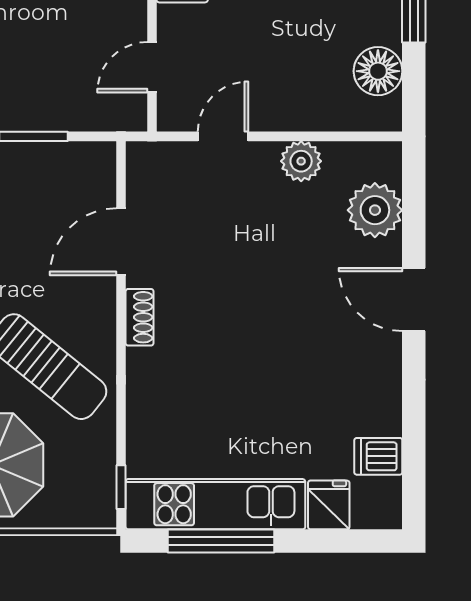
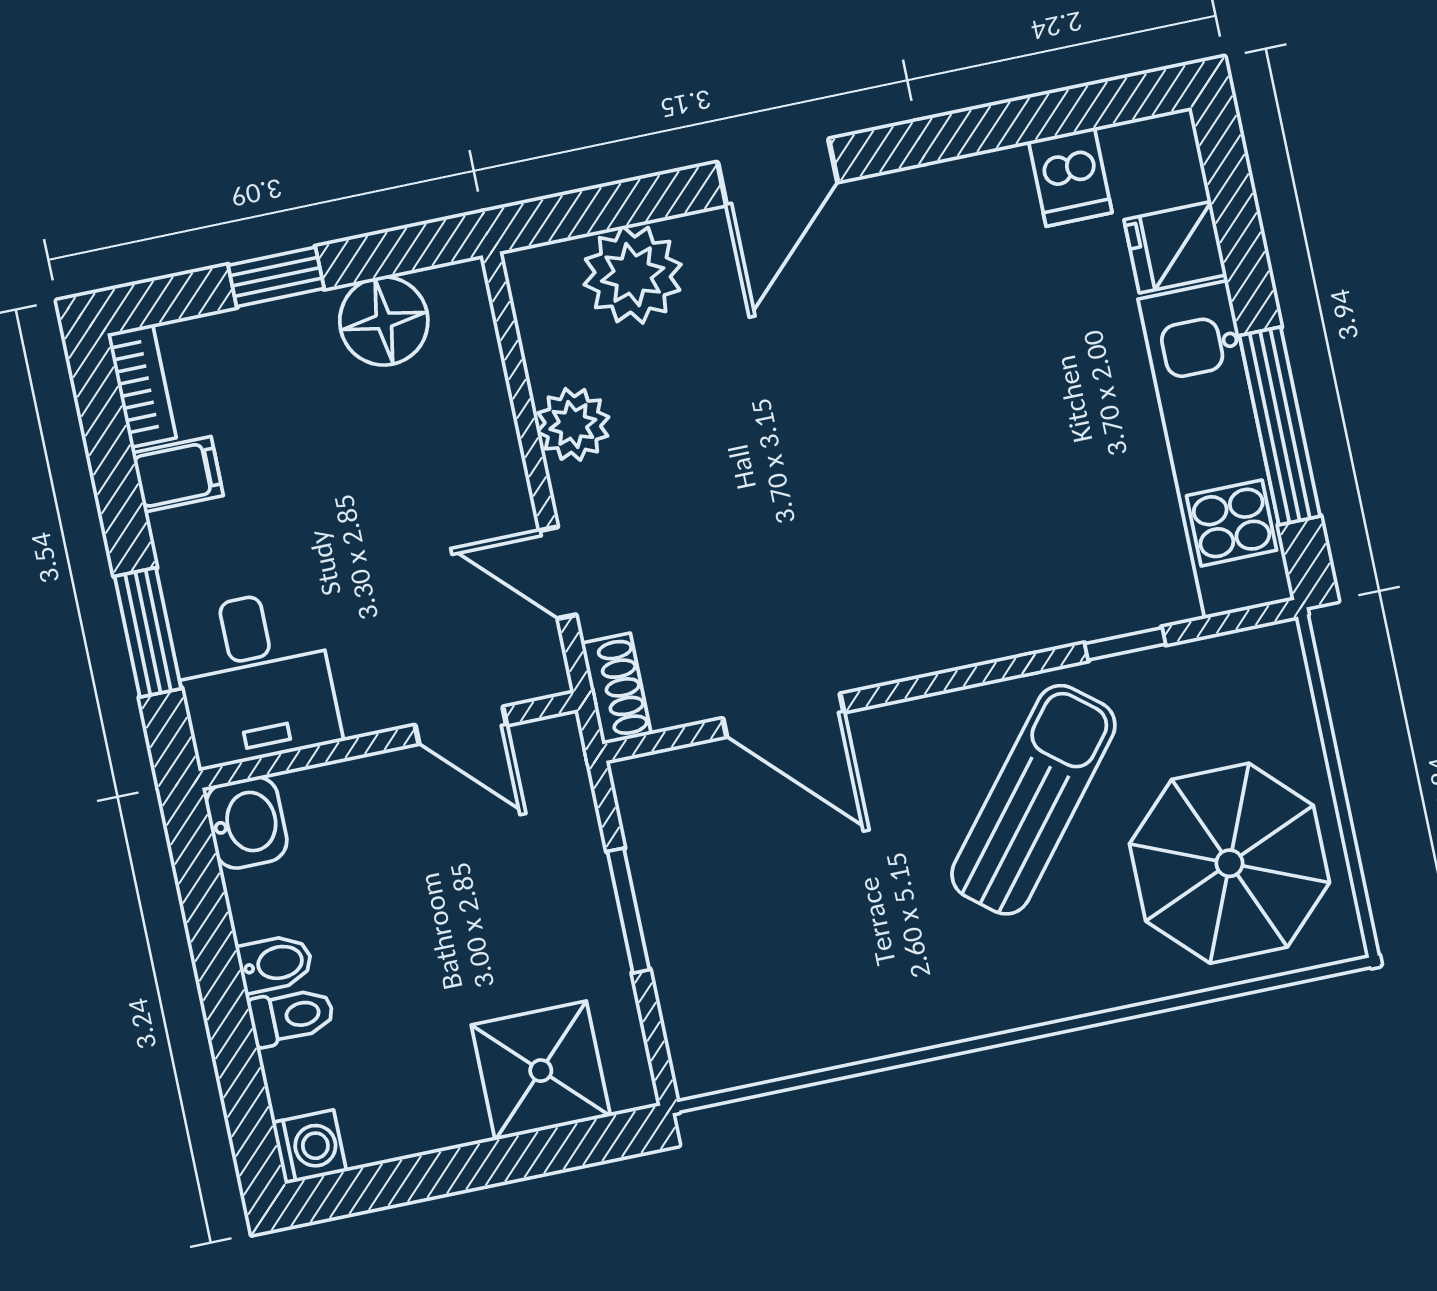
shoe rack: (140, 317) -> (616, 689), moved, turned 90
window: (121, 487) -> (1125, 644), moved

